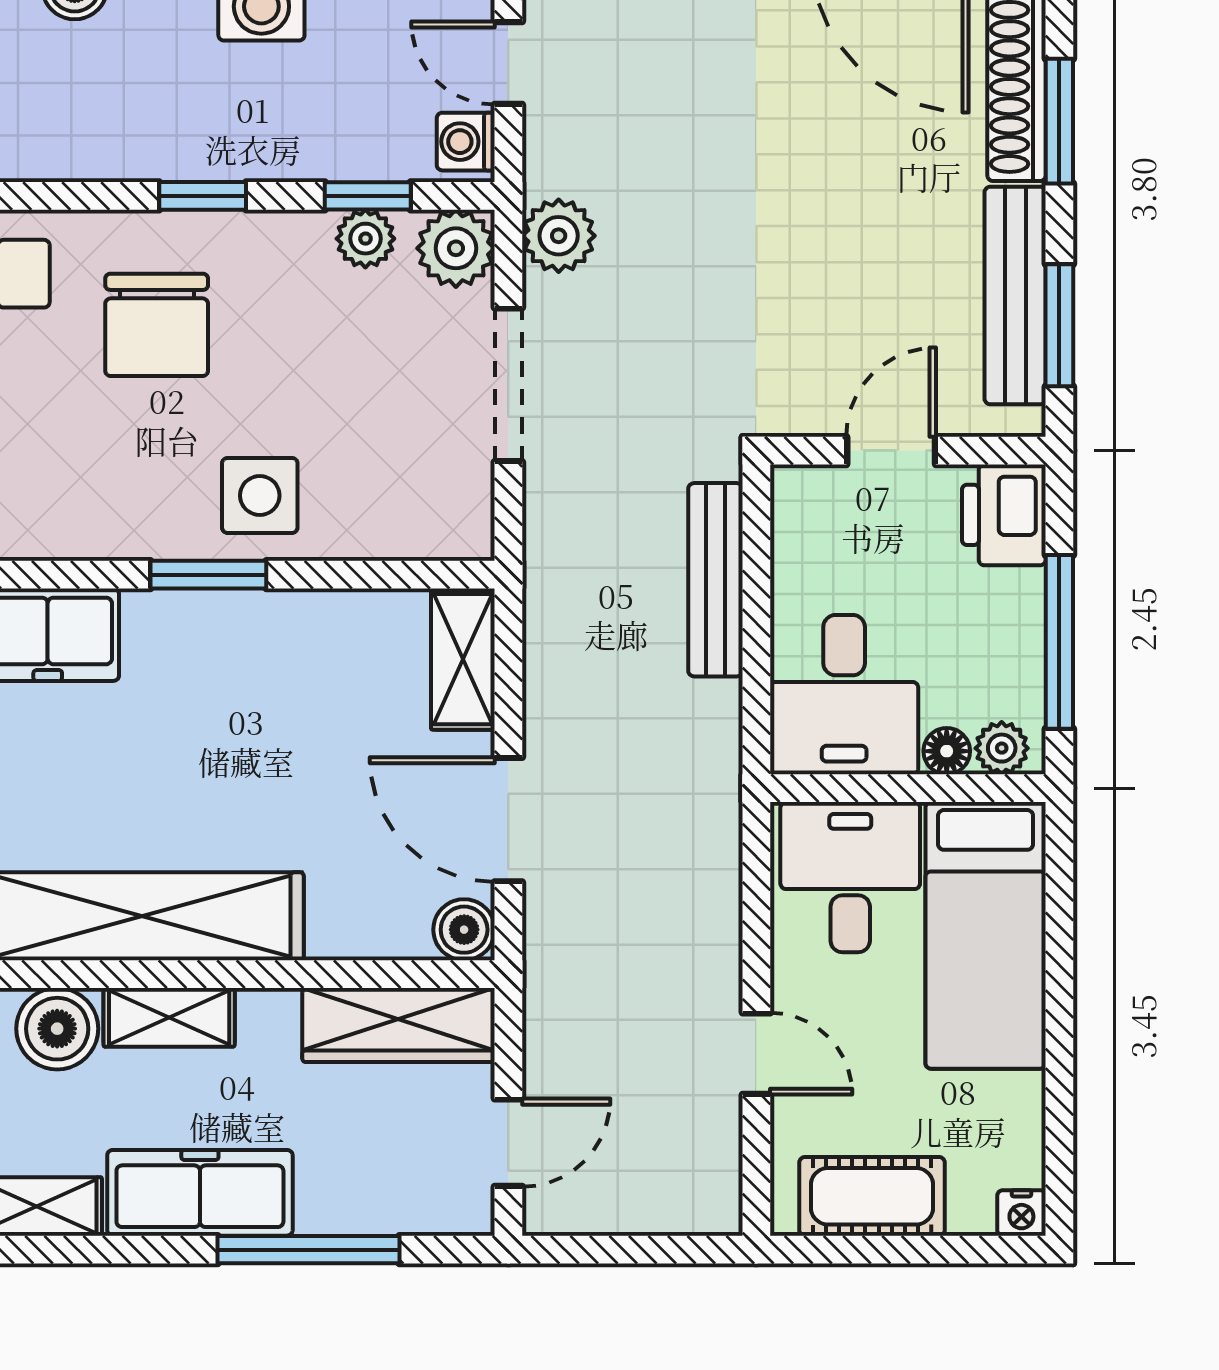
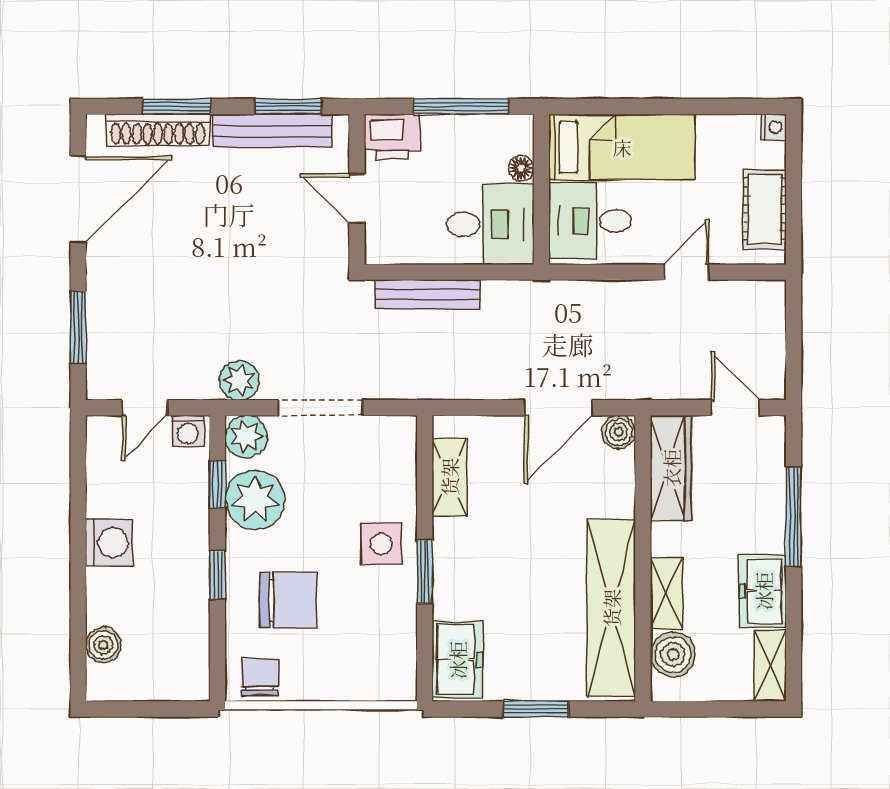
plant: (365, 239) -> (255, 500), width x1.87, depth x1.87
shelving: (463, 659) -> (449, 477), moved, turned 90
plant: (1002, 748) -> (519, 138), removed
freezer: (200, 1193) -> (763, 591), width x0.71

